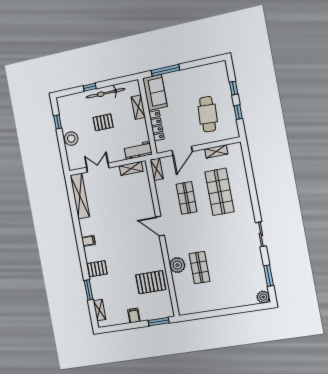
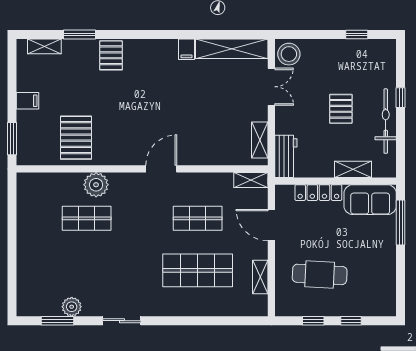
stool: (71, 139) -> (289, 54), moved
filing cabinet: (88, 241) -> (187, 49), moved
plant: (263, 297) -> (72, 307), moved

